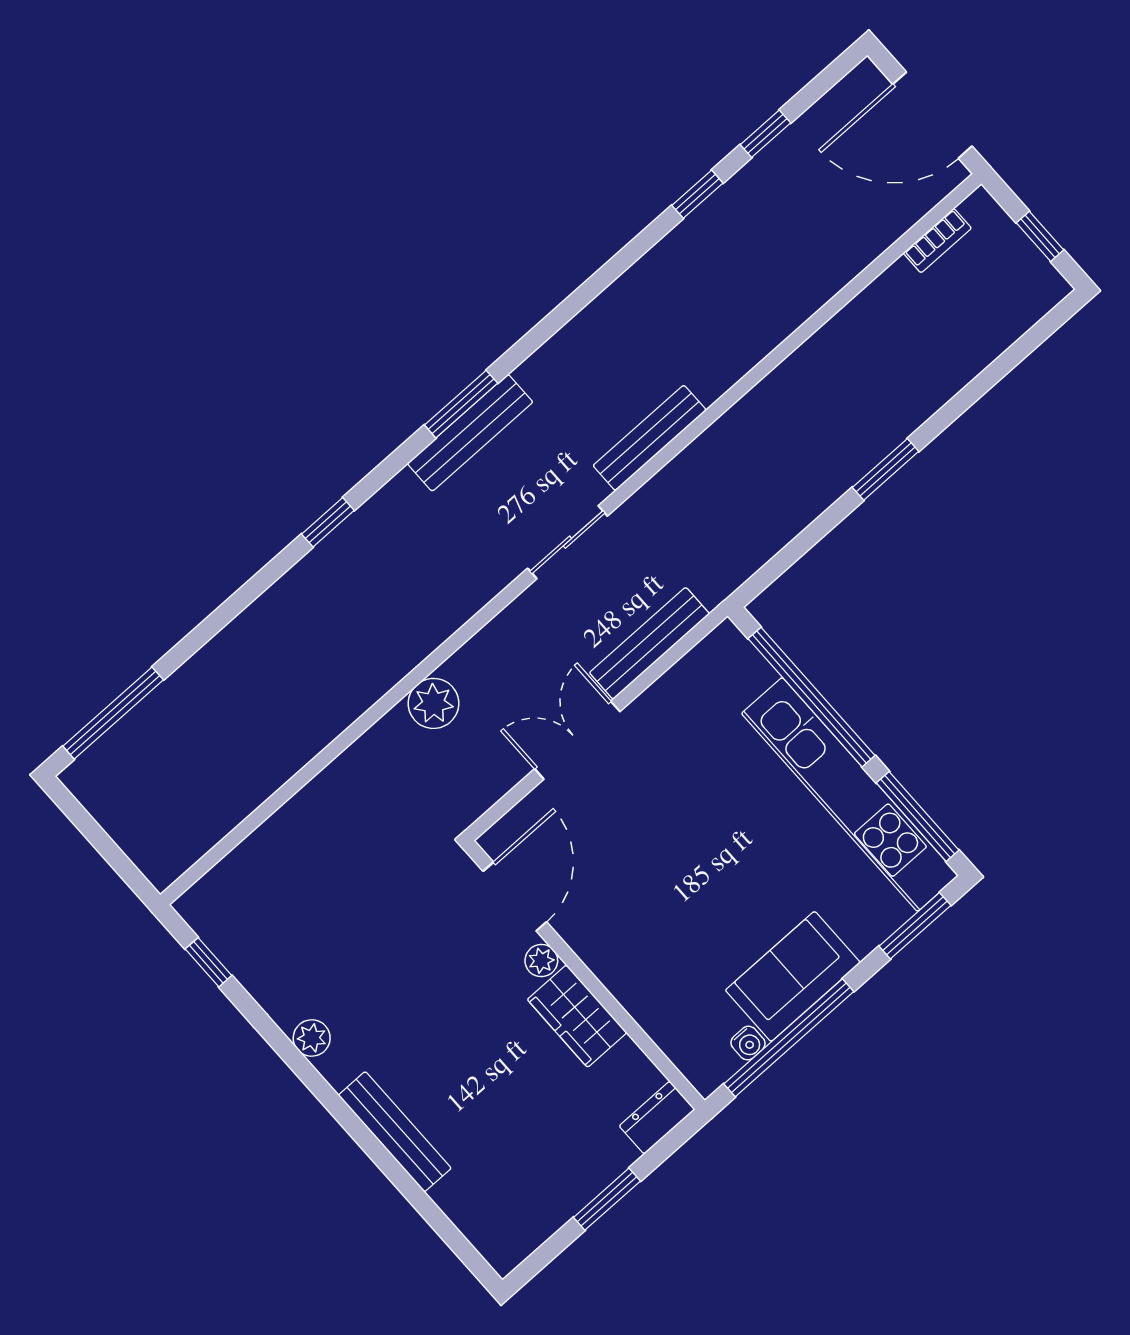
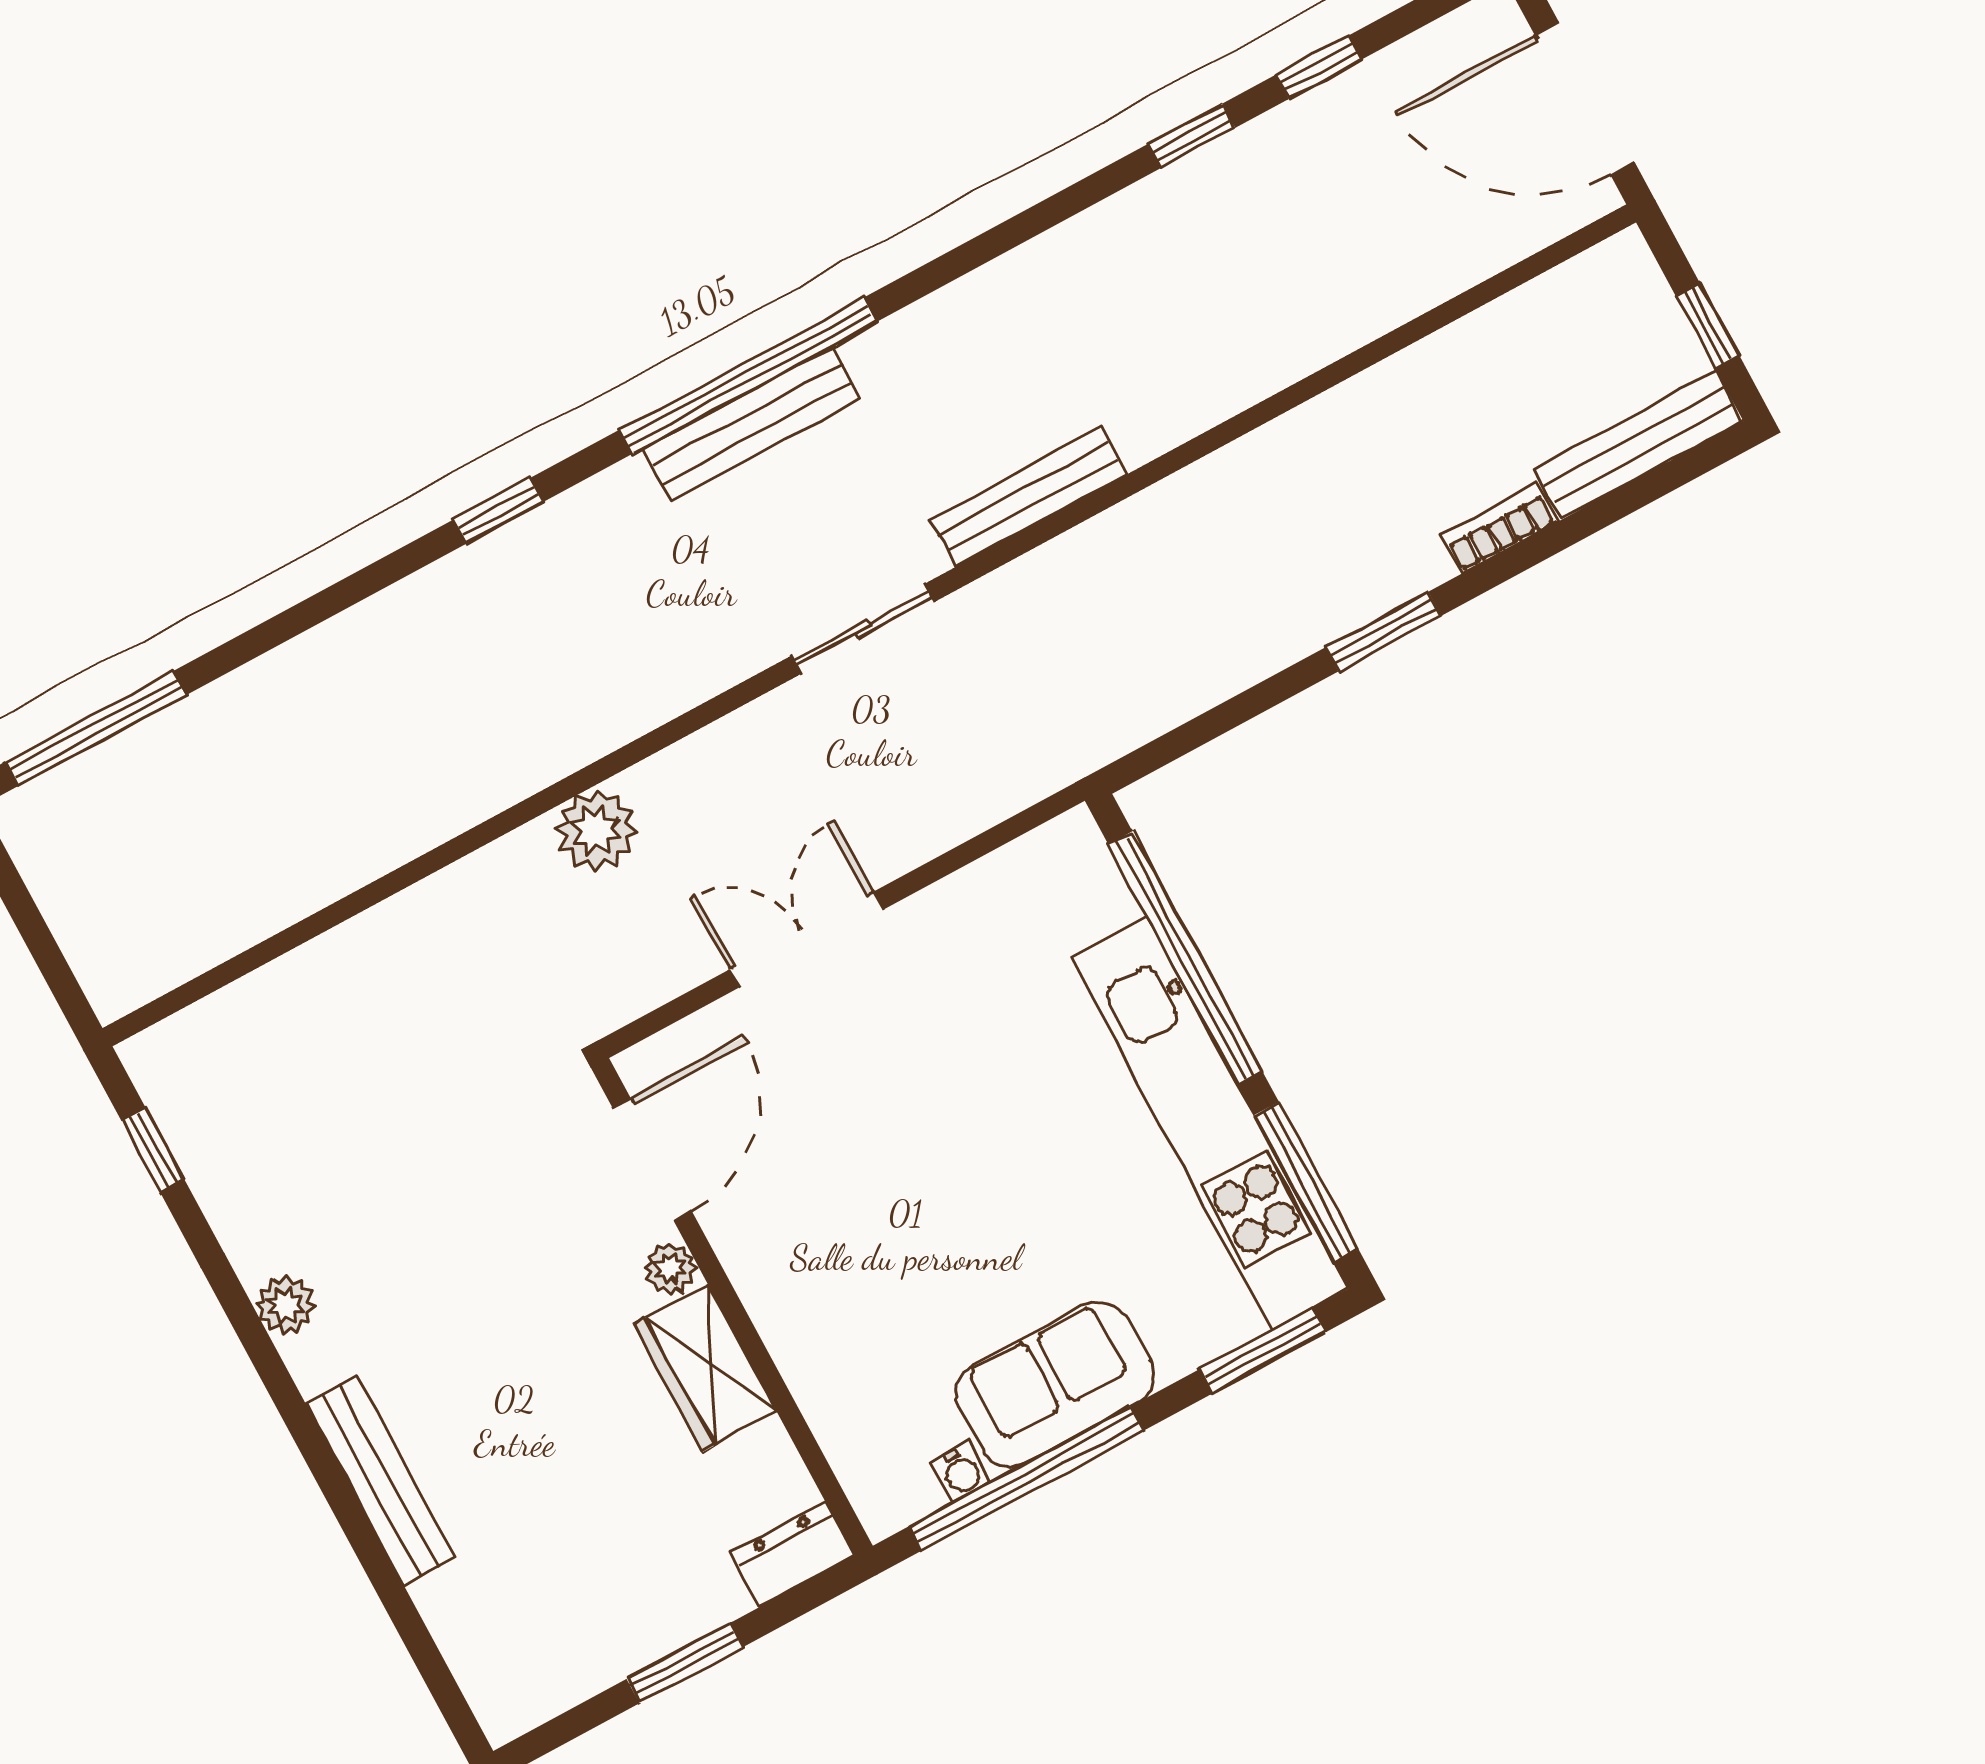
bookcase: (937, 241) -> (1499, 529), moved, turned 180
window: (461, 404) -> (748, 376), width x2.11
bench: (649, 643) -> (1639, 445), moved

